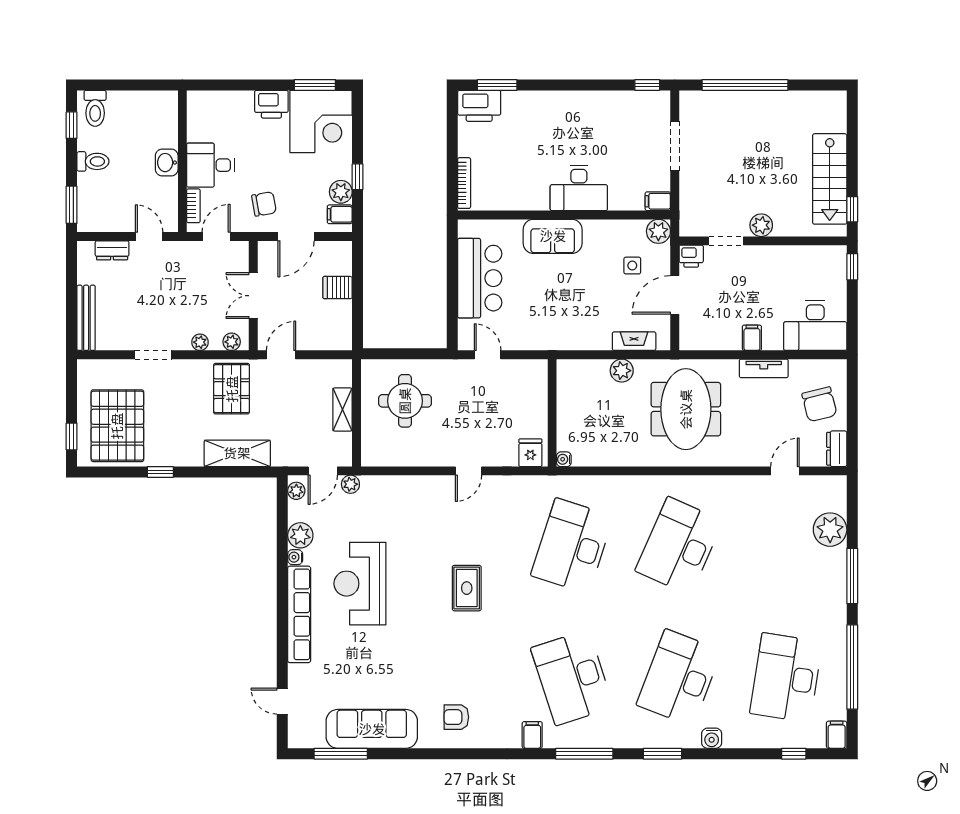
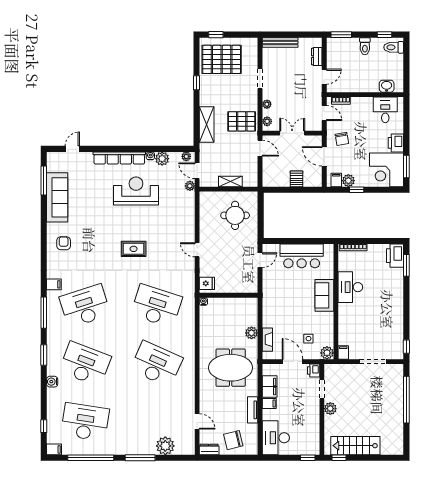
washbasin: (167, 163) -> (387, 86), moved
desk: (210, 165) -> (385, 110), moved
desk: (579, 188) -> (350, 287), moved
filing cabinet: (721, 337) -> (270, 386), added

